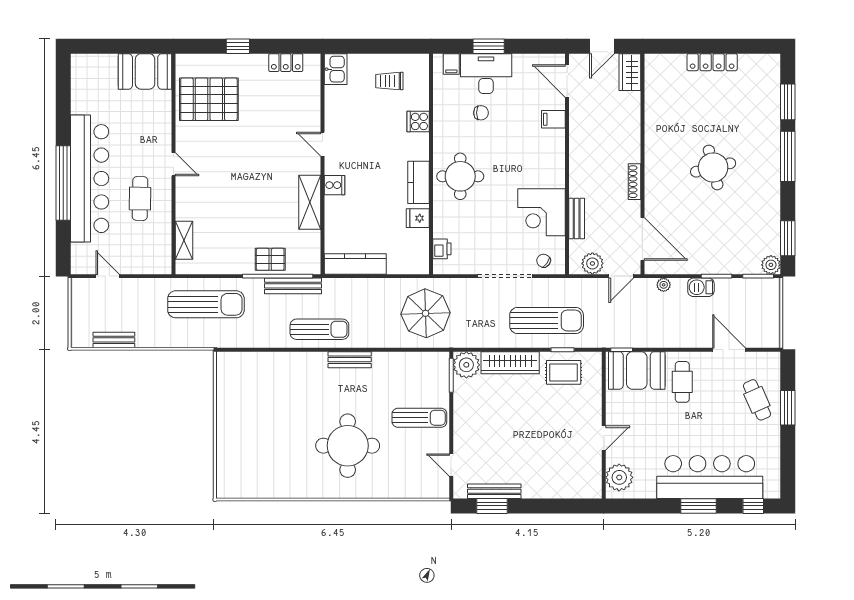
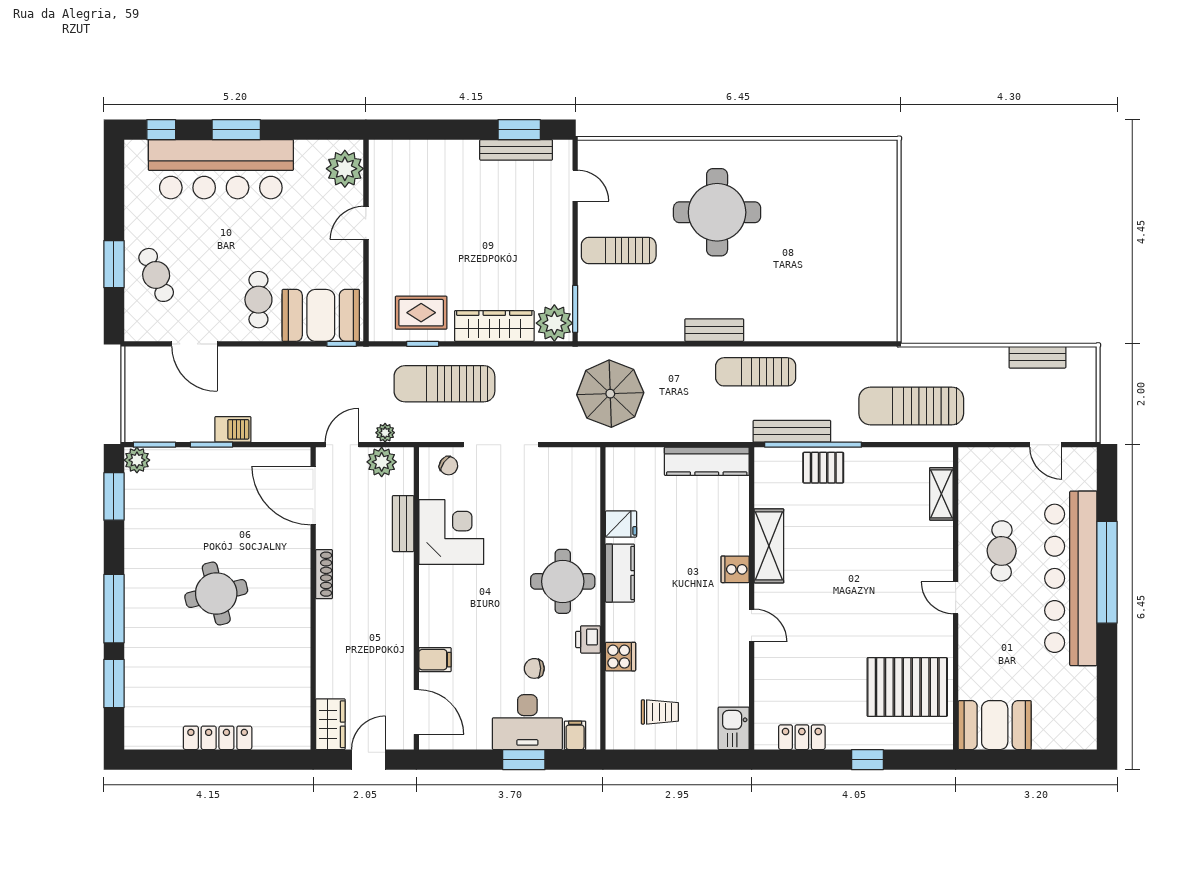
printer: (442, 249) -> (588, 639), moved
plant: (664, 285) -> (385, 433), moved

